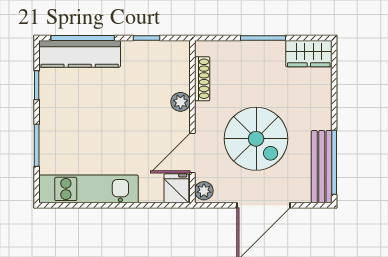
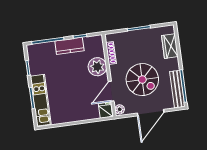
kitchen counter: (80, 54) -> (69, 46), moved, width x0.67
wardrobe: (309, 54) -> (170, 46), moved, turned 90
plant: (180, 102) -> (97, 67), width x1.88, depth x1.88
kitchen unit: (89, 189) -> (41, 100), moved, turned 90

